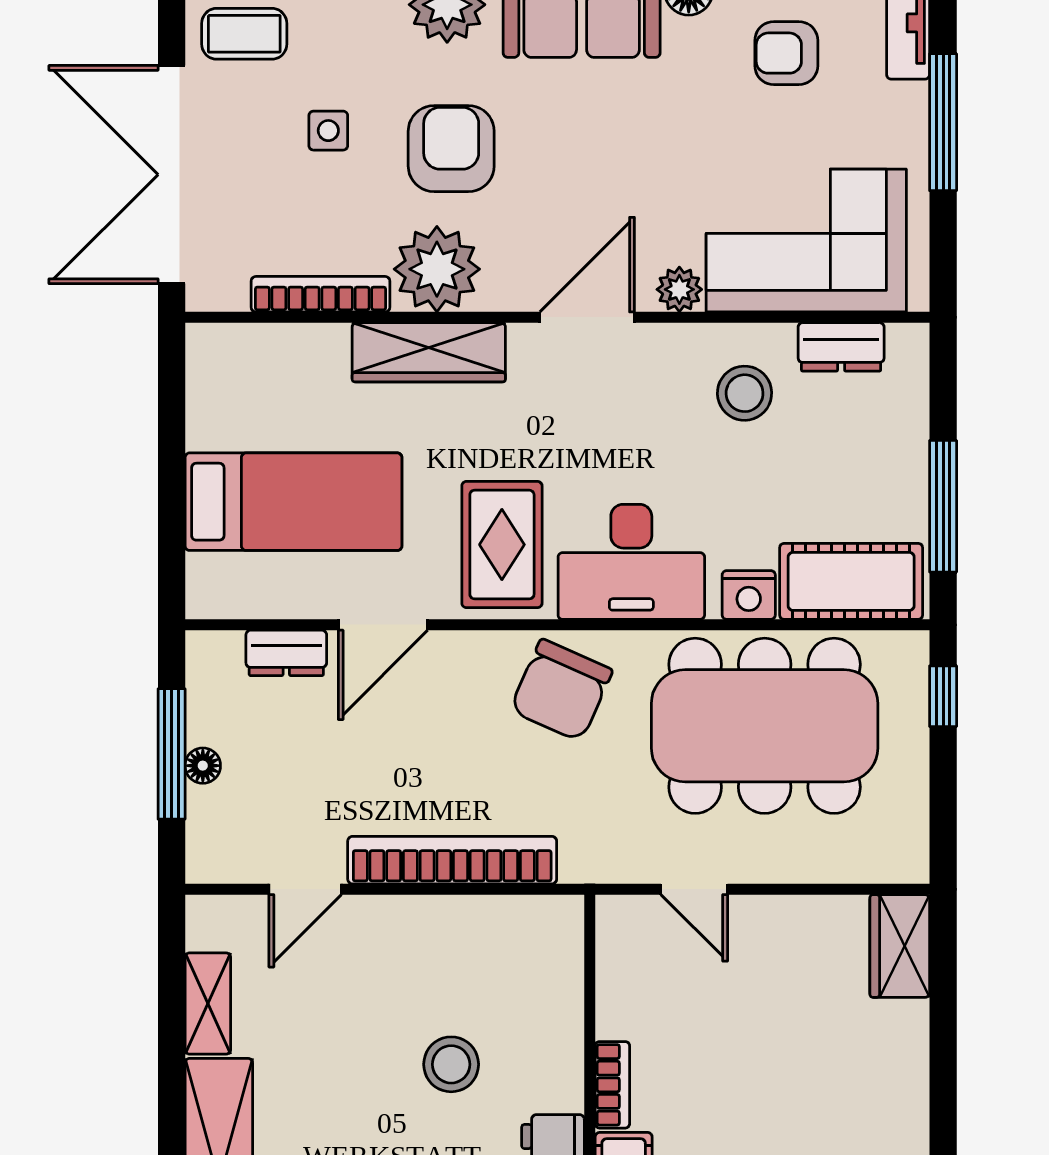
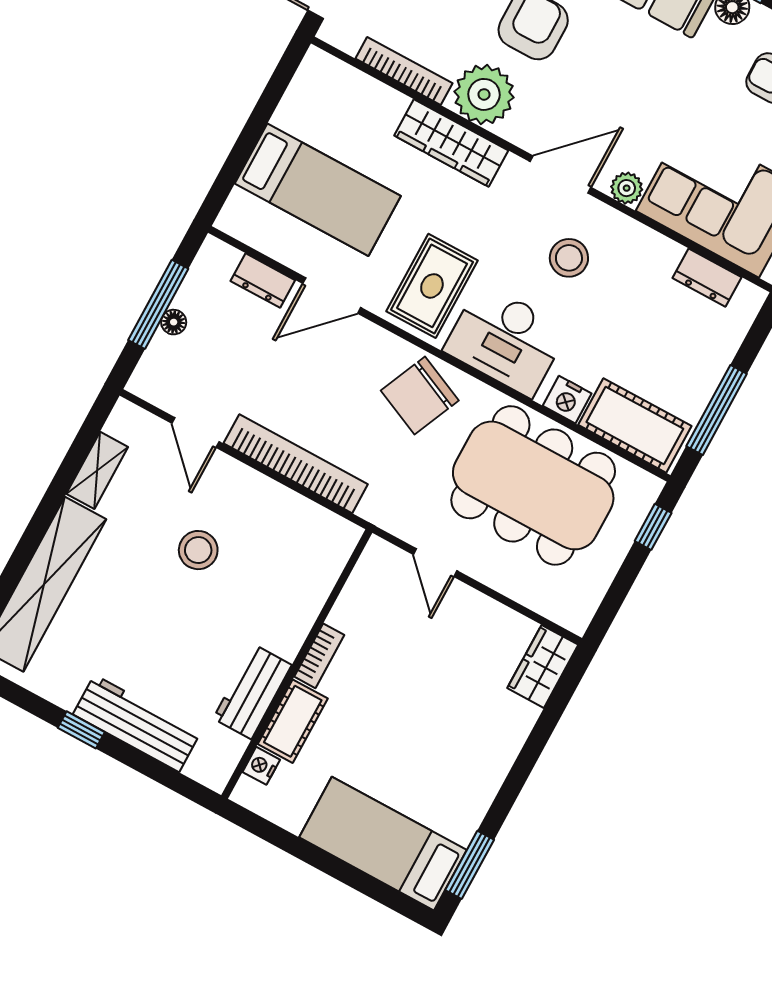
stool: (745, 393) -> (569, 258), moved
door: (305, 889) -> (195, 433), hinge flipped
stool: (451, 1064) -> (198, 550), moved

